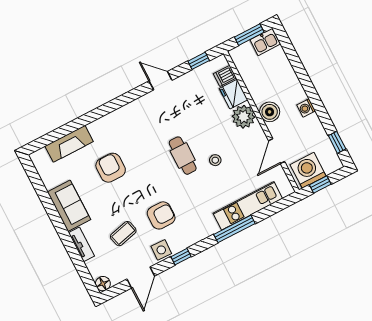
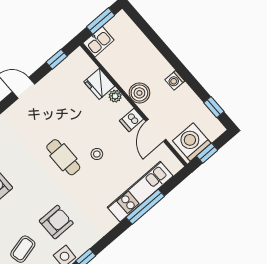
kitchen sink: (265, 42) -> (98, 42), moved
dishwasher: (225, 76) -> (132, 120), moved
plant: (244, 117) -> (115, 96), width x0.53, depth x0.53
window: (234, 229) -> (145, 207), moved

